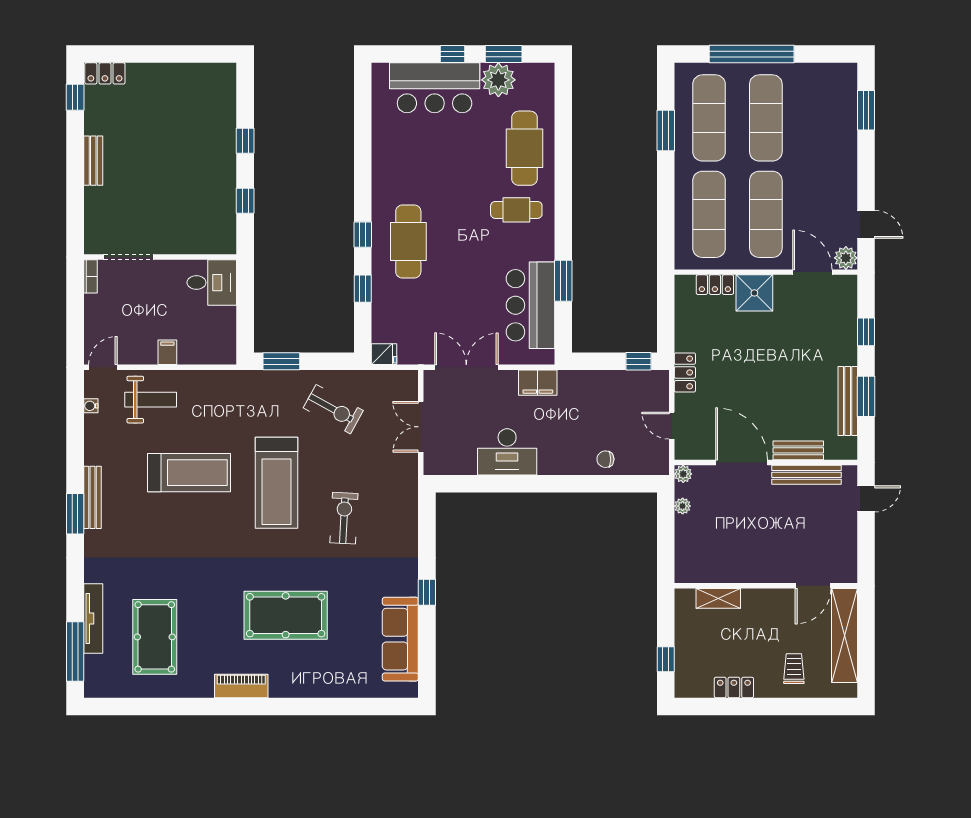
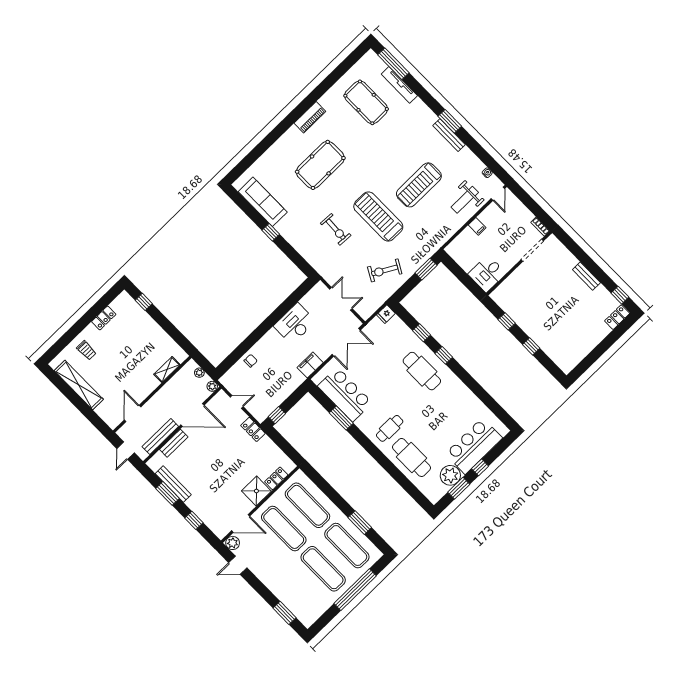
wall: (766, 586) -> (152, 394), moved
door: (813, 586) -> (133, 413), moved
shelving: (718, 598) -> (167, 370), moved

